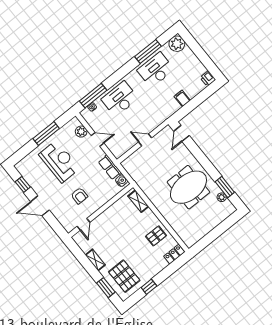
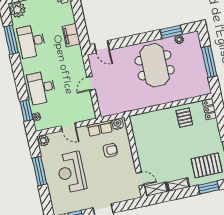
window: (93, 96) -> (26, 111), width x0.69
filing cabinet: (182, 98) -> (71, 35), width x2.00
plant: (81, 132) -> (43, 140), moved
door: (97, 139) -> (69, 127), swing flipped
reception desk: (59, 162) -> (71, 172), turned -90
armchair: (79, 196) -> (110, 150), moved
shelving: (138, 201) -> (156, 189), moved
window: (215, 233) -> (209, 62), added

